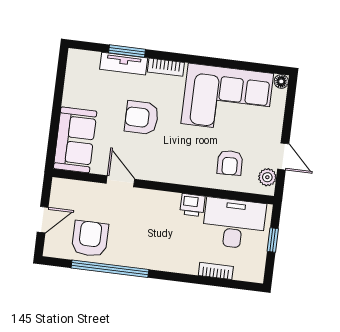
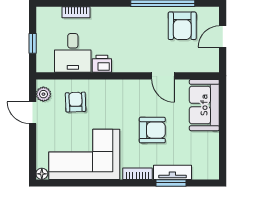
desk: (234, 223) -> (73, 53), width x0.73

